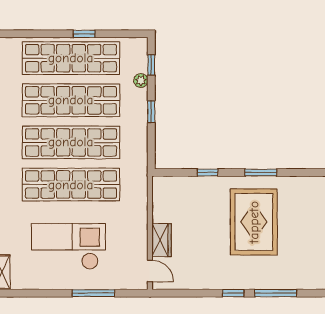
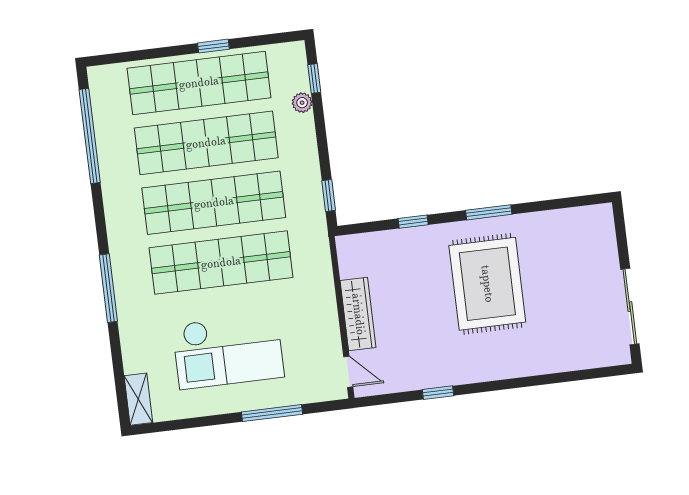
window: (151, 112) -> (329, 196), moved
wardrobe: (162, 240) -> (358, 314), width x1.50
checkout: (68, 246) -> (228, 351), turned 180
window: (233, 293) -> (438, 393), moved
window: (276, 293) -> (531, 381), removed

